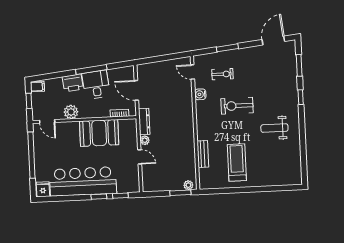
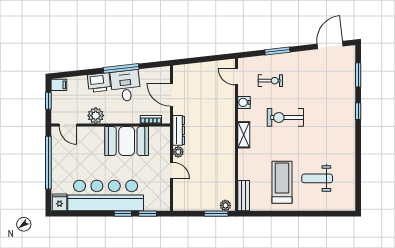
shelving: (201, 123) -> (244, 135), added
weight bench: (274, 128) -> (317, 178), moved
bench: (203, 154) -> (244, 196), moved

